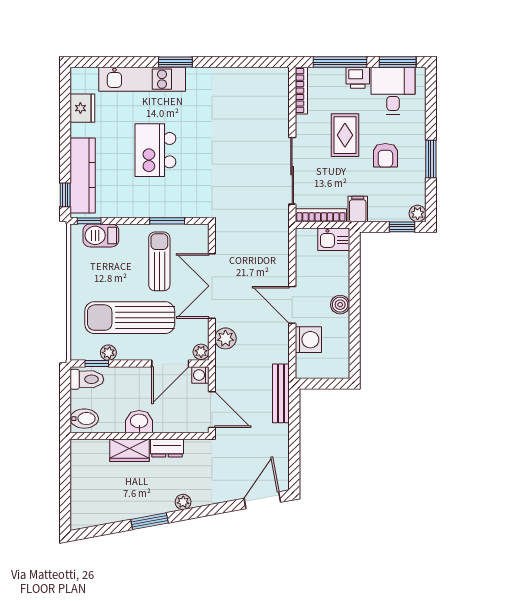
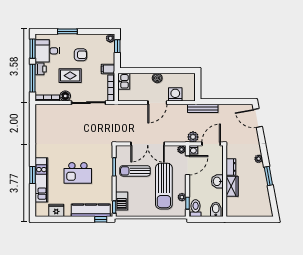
window: (175, 62) -> (33, 175), moved
floor lamp: (305, 126) -> (65, 96), added
window: (431, 159) -> (67, 31), moved
plant: (225, 338) -> (193, 137), moved
door: (170, 364) -> (187, 165), hinge flipped

